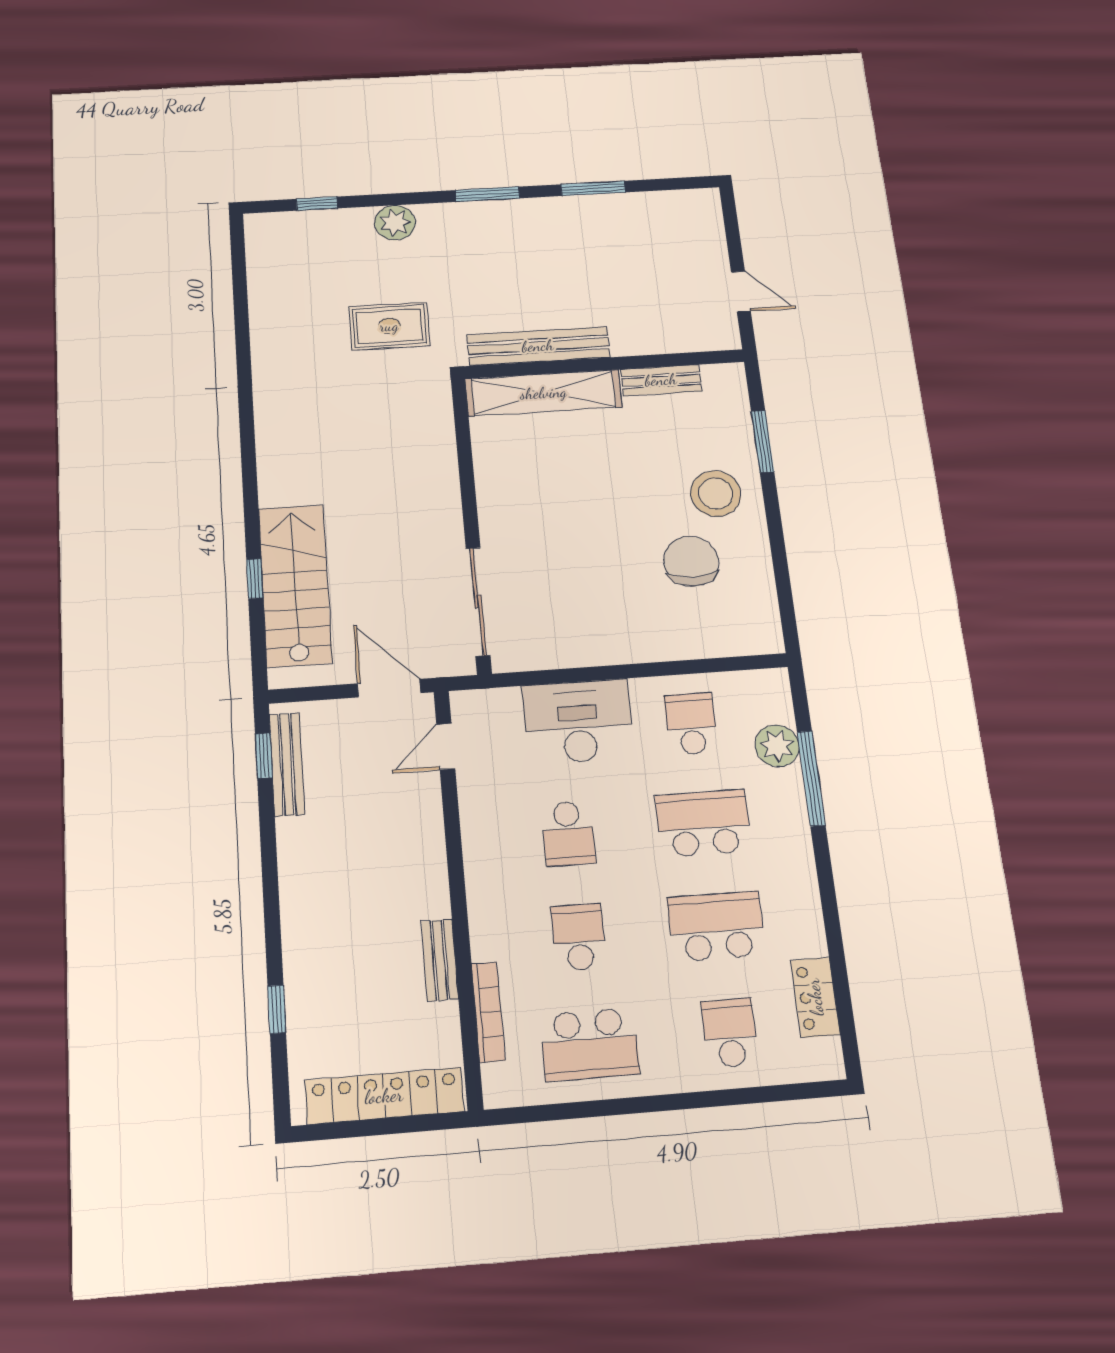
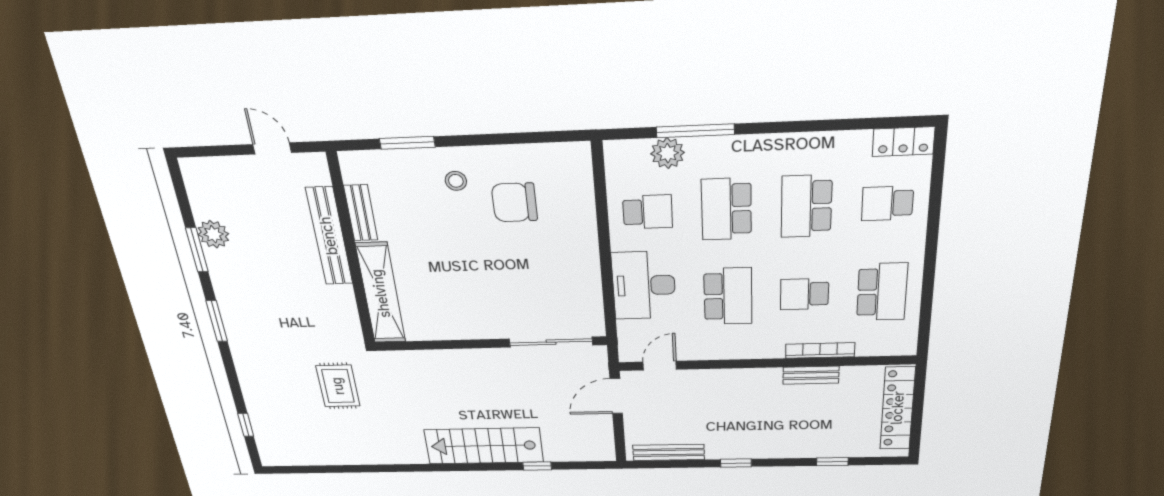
plant: (395, 223) -> (213, 234), moved
door: (741, 292) -> (272, 148), hinge flipped
bench: (538, 346) -> (329, 236), moved
stool: (716, 494) -> (456, 181), width x0.53, depth x0.53
stairs: (295, 585) -> (484, 446), moved
school desk: (691, 724) -> (648, 212), turned 180
door: (446, 746) -> (660, 366), swing flipped
window: (264, 756) -> (736, 463), moved
school desk: (568, 833) -> (728, 296), width x1.85
locker: (815, 997) -> (903, 142), moved
bookcase: (488, 1012) -> (820, 350), moved

